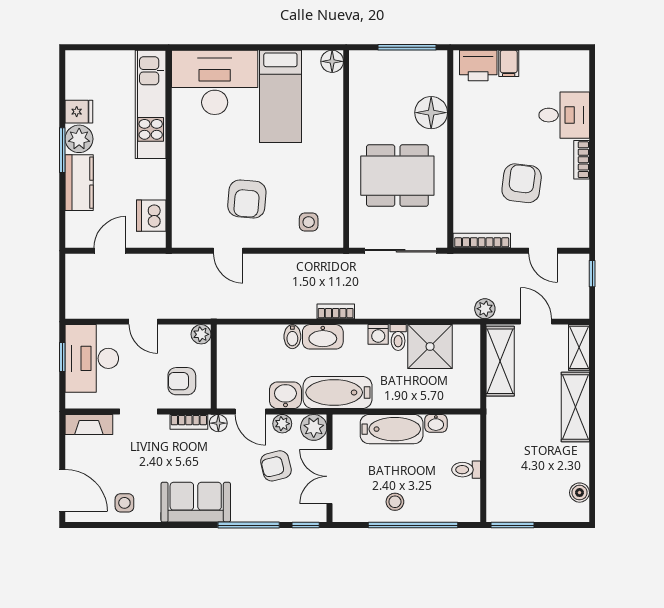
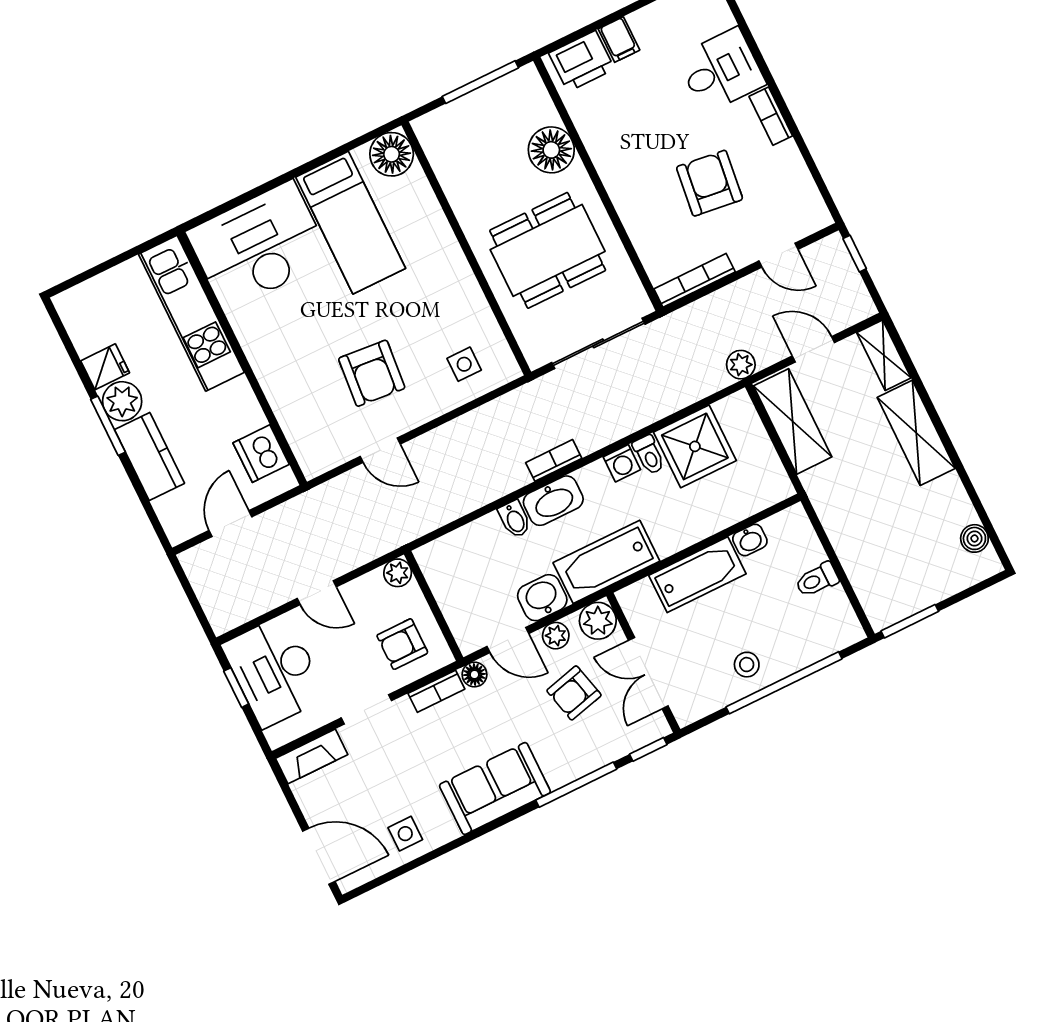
floor lamp: (332, 61) -> (392, 154), width x1.38, depth x1.38

